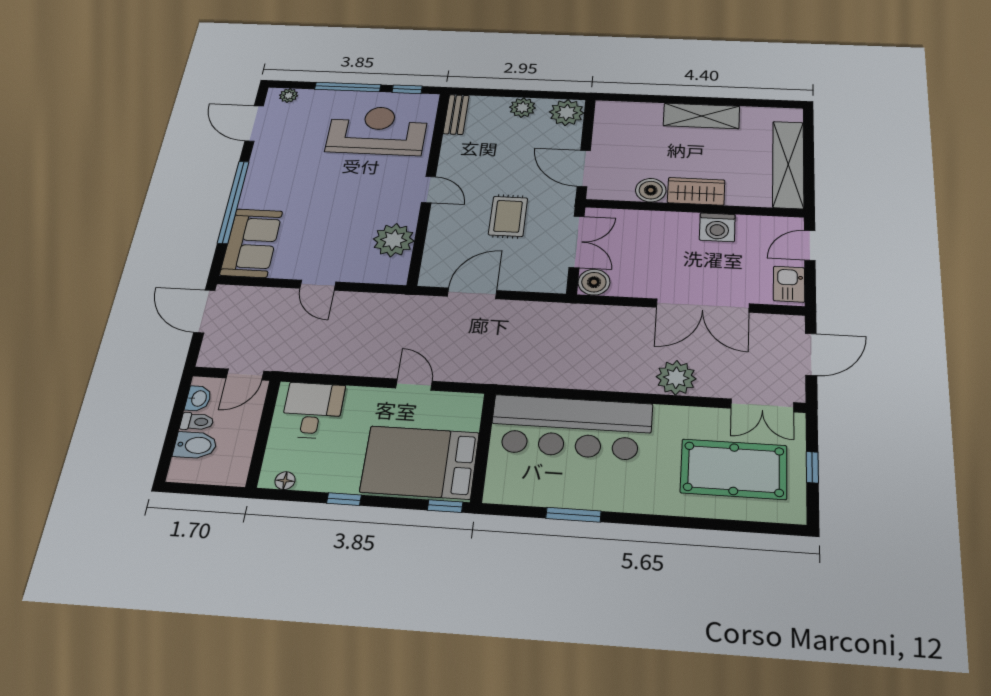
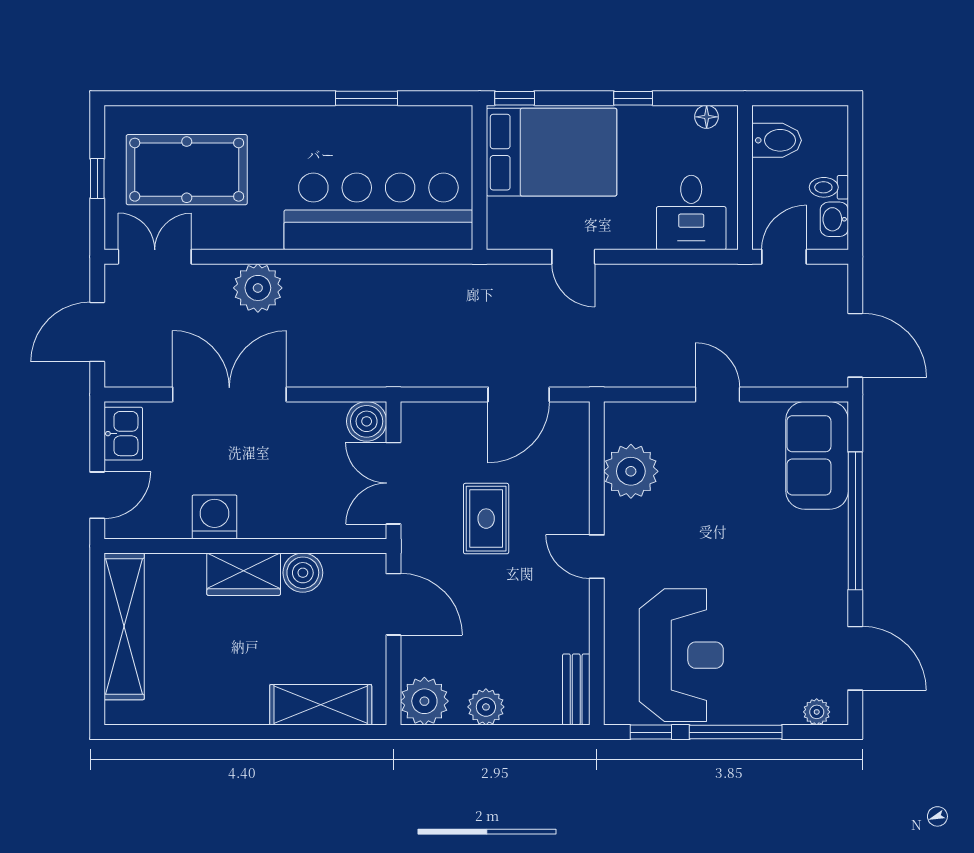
shelving: (701, 116) -> (321, 705), moved
reception desk: (377, 130) -> (681, 655), turned -90
bidet: (195, 445) -> (777, 140), moved, turned 180

